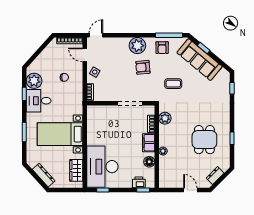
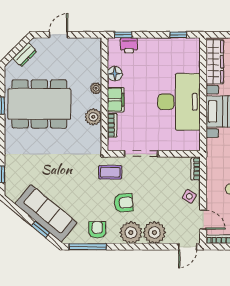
plant: (120, 46) -> (154, 233), added
coffee table: (173, 84) -> (110, 172), moved
plant: (165, 118) -> (93, 117), moved
dining table: (204, 140) -> (39, 104), width x1.88, depth x1.24
desk: (102, 167) -> (179, 102), moved
wardrobe: (76, 170) -> (215, 62), width x1.50
door: (190, 190) -> (58, 35), swing flipped

